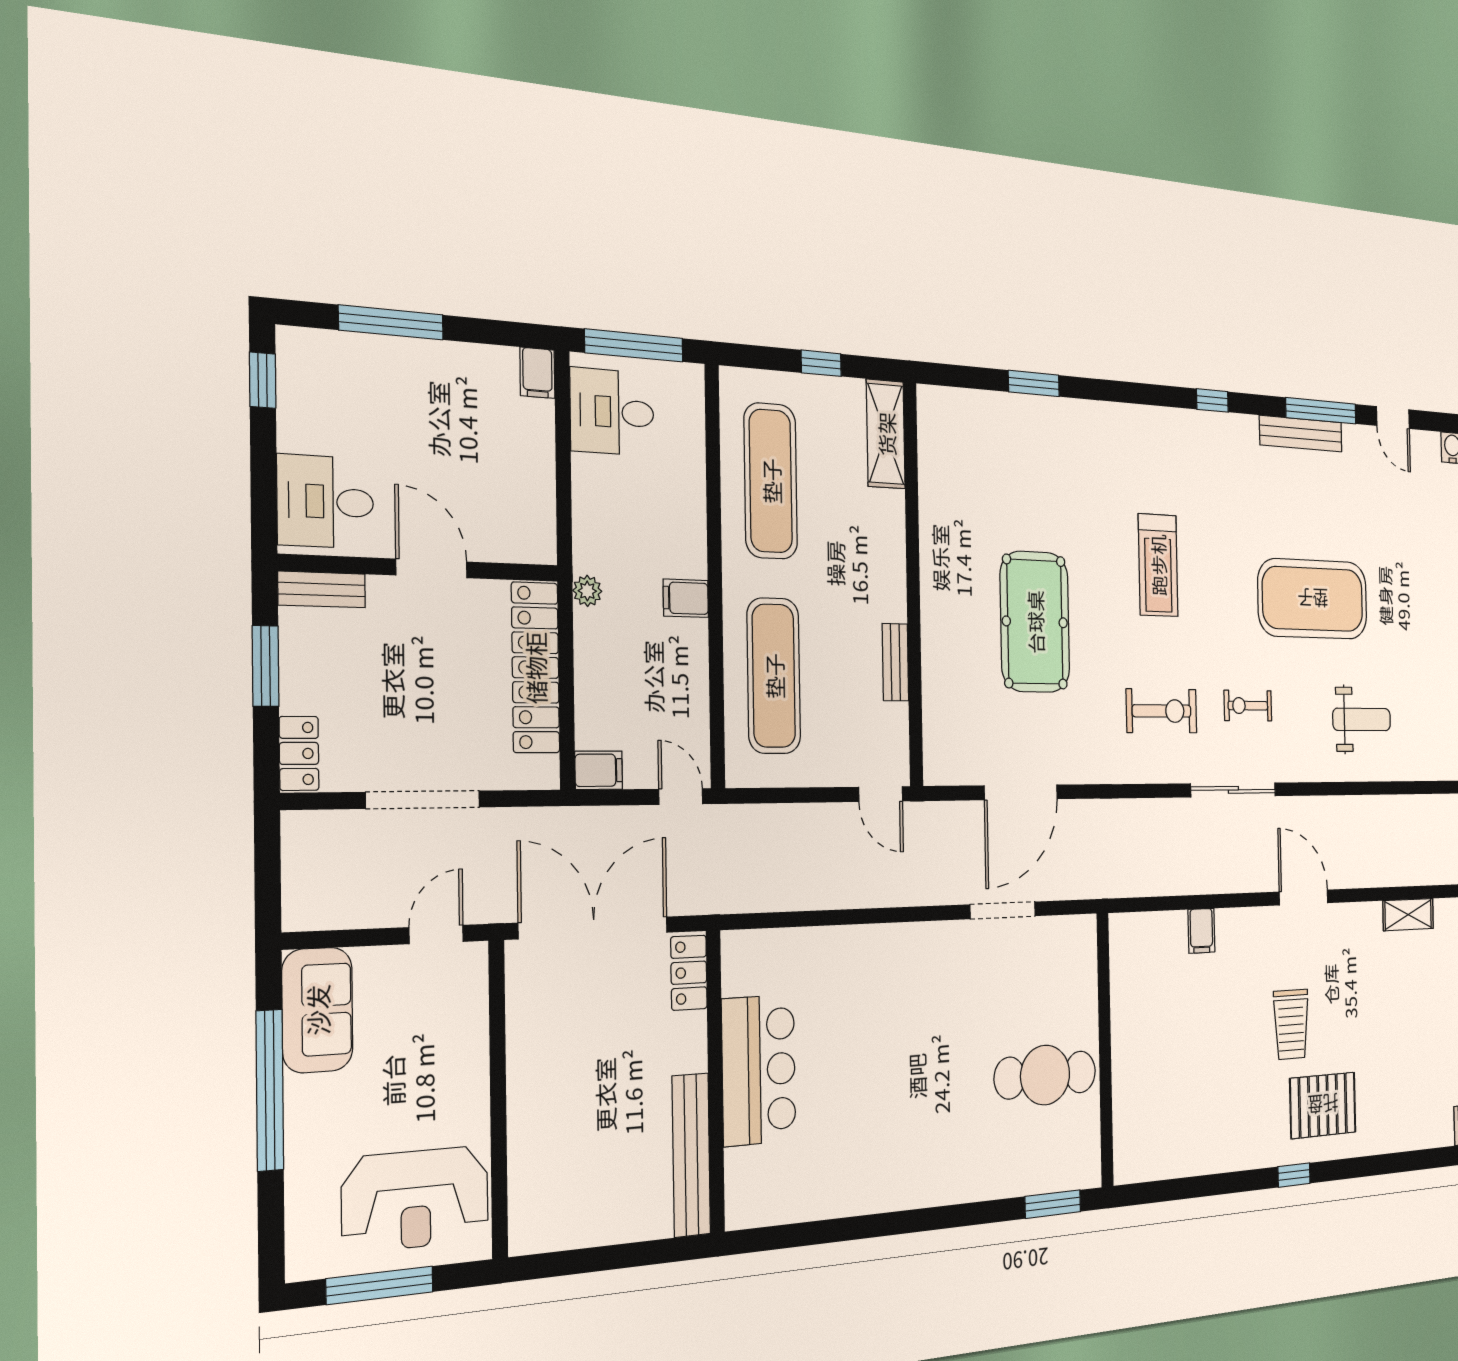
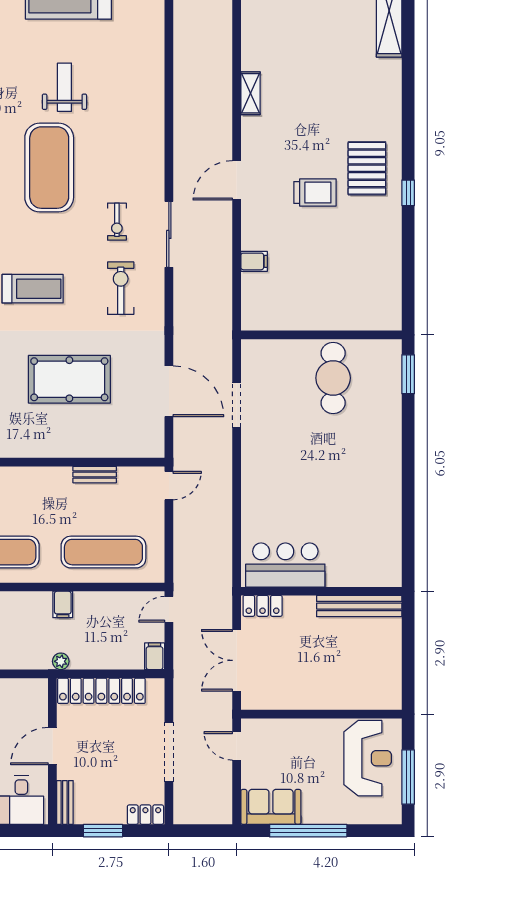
weight bench: (1362, 719) -> (64, 87), moved
double door: (594, 928) -> (237, 660), width x0.73
bar counter: (759, 1070) -> (285, 565), moved

